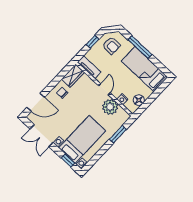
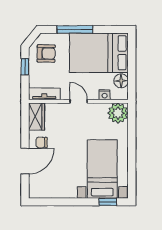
bed: (145, 69) -> (99, 53), width x1.50
door: (36, 102) -> (25, 161), moved
plant: (110, 107) -> (118, 113), moved
window: (118, 134) -> (132, 132), removed
double door: (41, 136) -> (60, 202), removed

